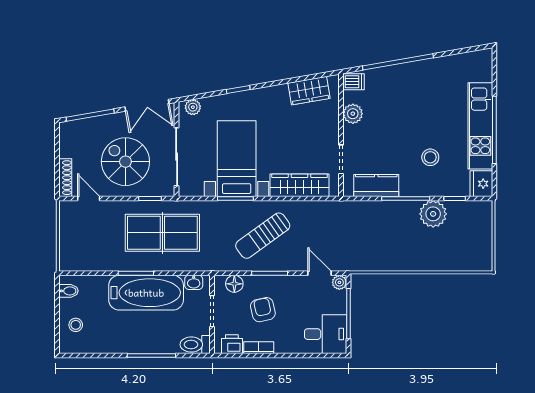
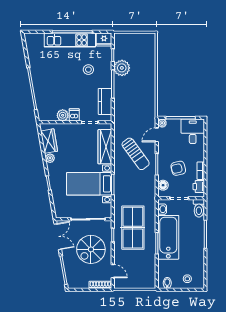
dishwasher: (354, 82) -> (74, 115), moved
plant: (193, 107) -> (50, 158), moved
door: (89, 198) -> (113, 271), swing flipped
sun lounger: (263, 236) -> (136, 154), moved

